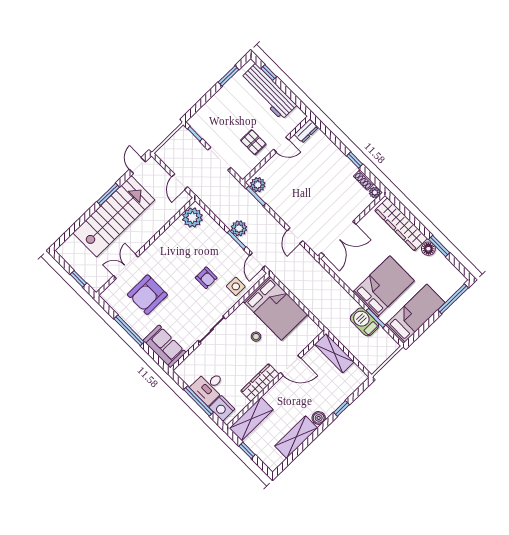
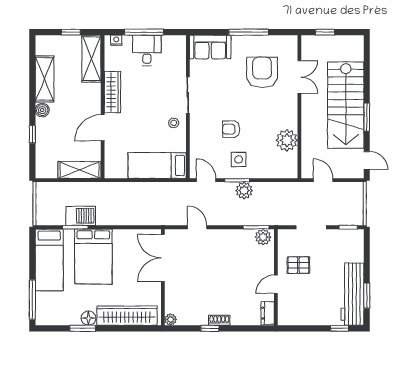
workbench: (269, 92) -> (352, 294), moved, turned -90
shoe rack: (364, 180) -> (219, 320), moved
plant: (192, 218) -> (287, 140), moved
side table: (236, 286) -> (239, 159), moved
bed: (275, 308) -> (157, 165), width x0.67
stool: (256, 337) -> (174, 123), moved
nightstand: (222, 408) -> (116, 40), width x0.53, depth x0.56

